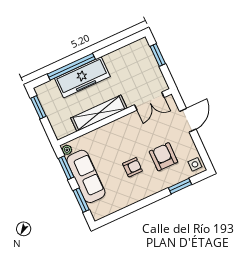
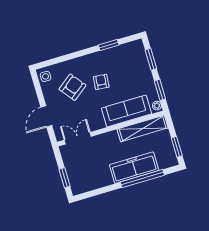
shelving: (99, 113) -> (143, 128), moved
armchair: (163, 157) -> (72, 87), turned -128
armchair: (132, 167) -> (101, 82), turned 96
sofa: (86, 176) -> (126, 111), moved, turned 90
window: (180, 186) -> (109, 45), moved

